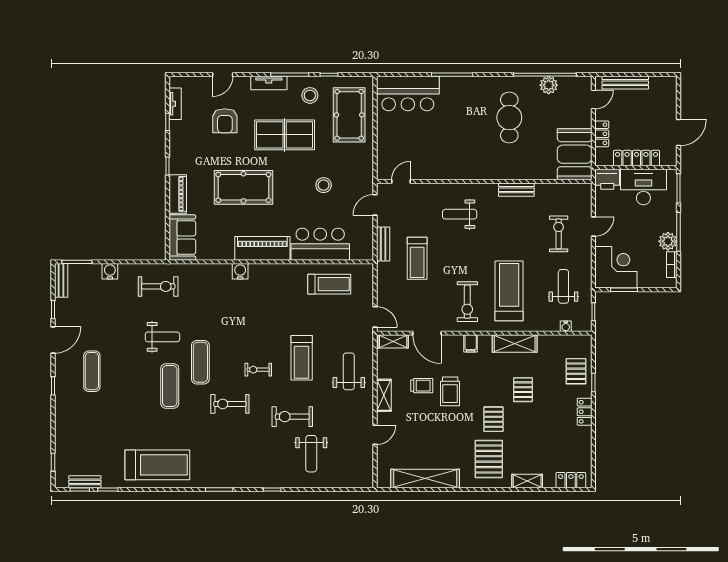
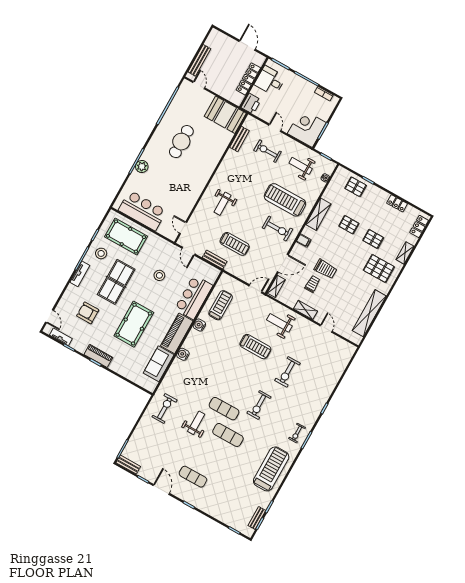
door: (223, 75) -> (49, 316), moved
plant: (549, 85) -> (142, 167), moved
bar counter: (408, 94) -> (142, 211), moved, turned -90
cafe table: (509, 118) -> (181, 142), turned 90
armchair: (225, 121) -> (88, 313), turned 180
locker: (602, 134) -> (222, 92), removed
desk: (643, 187) -> (270, 81), width x0.73
bench: (516, 190) -> (240, 139), moved
piano: (178, 194) -> (98, 356), moved
sofa: (182, 237) -> (159, 364), moved, turned -90
plant: (668, 241) -> (309, 88), removed
water cooler: (110, 271) -> (199, 325), moved
exercise bike: (258, 370) -> (297, 433), moved
locker: (585, 412) -> (397, 203), moved
pallet: (493, 419) -> (373, 239), moved
weight bench: (311, 454) -> (316, 373), removed

